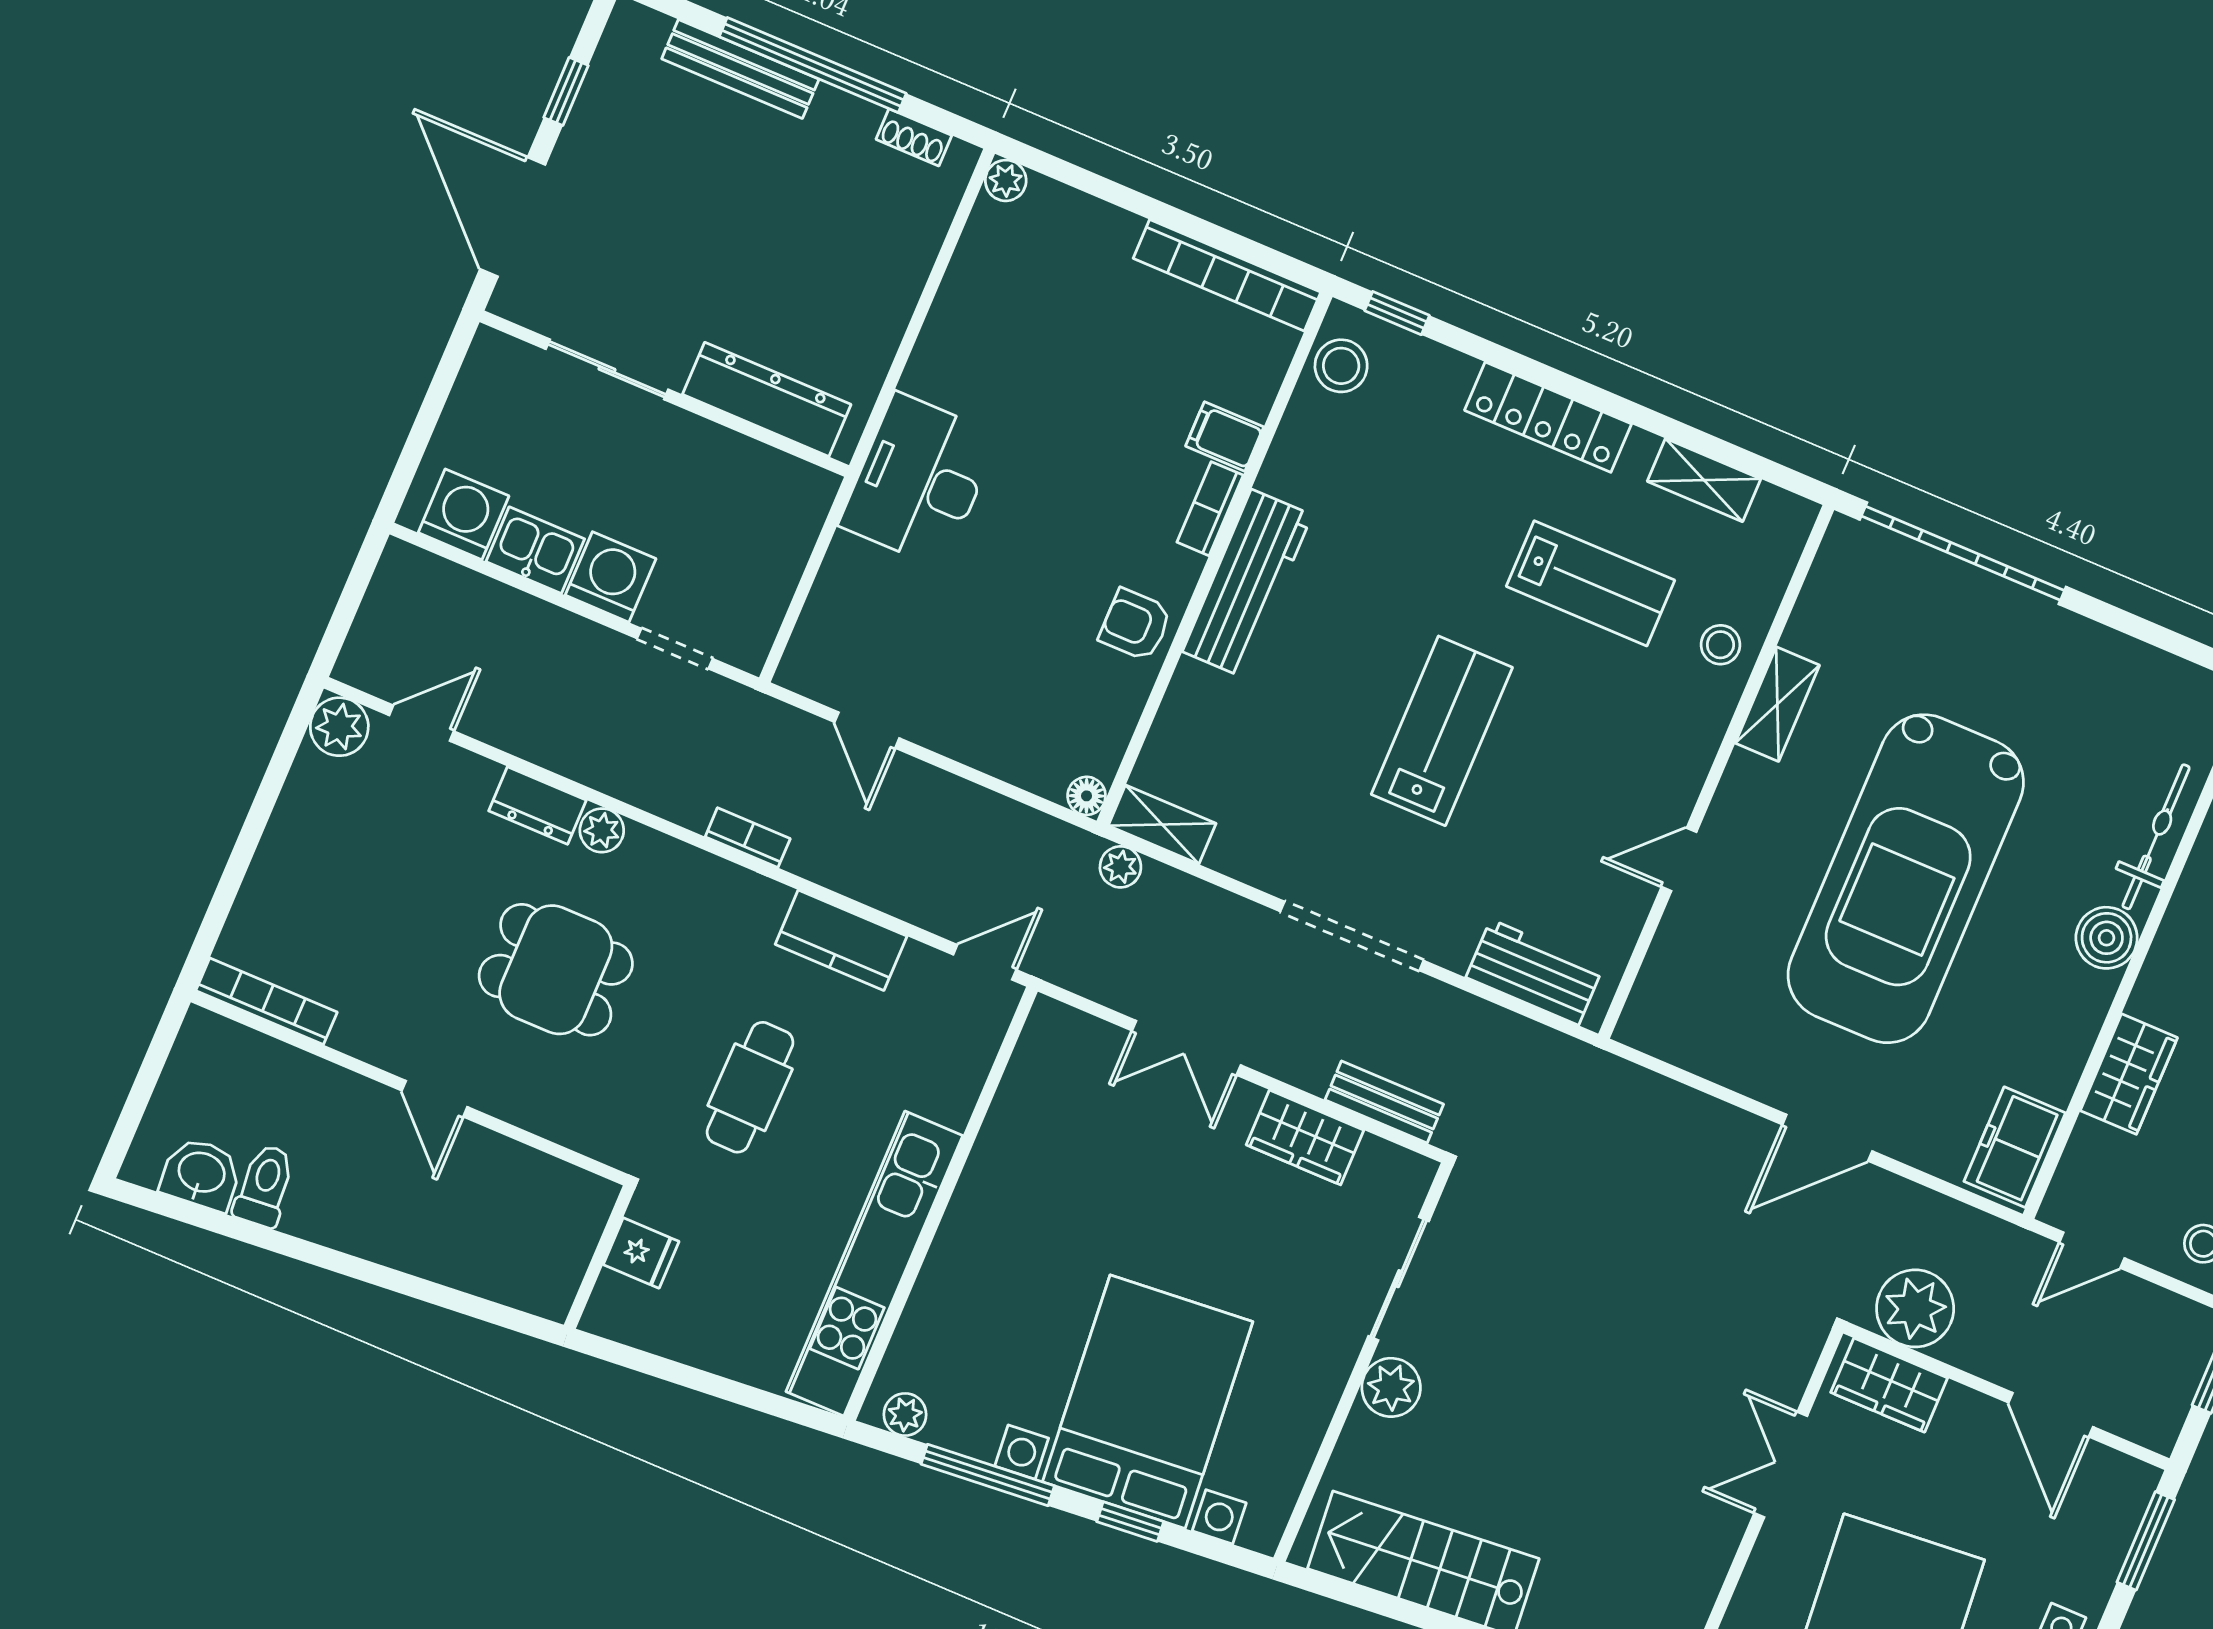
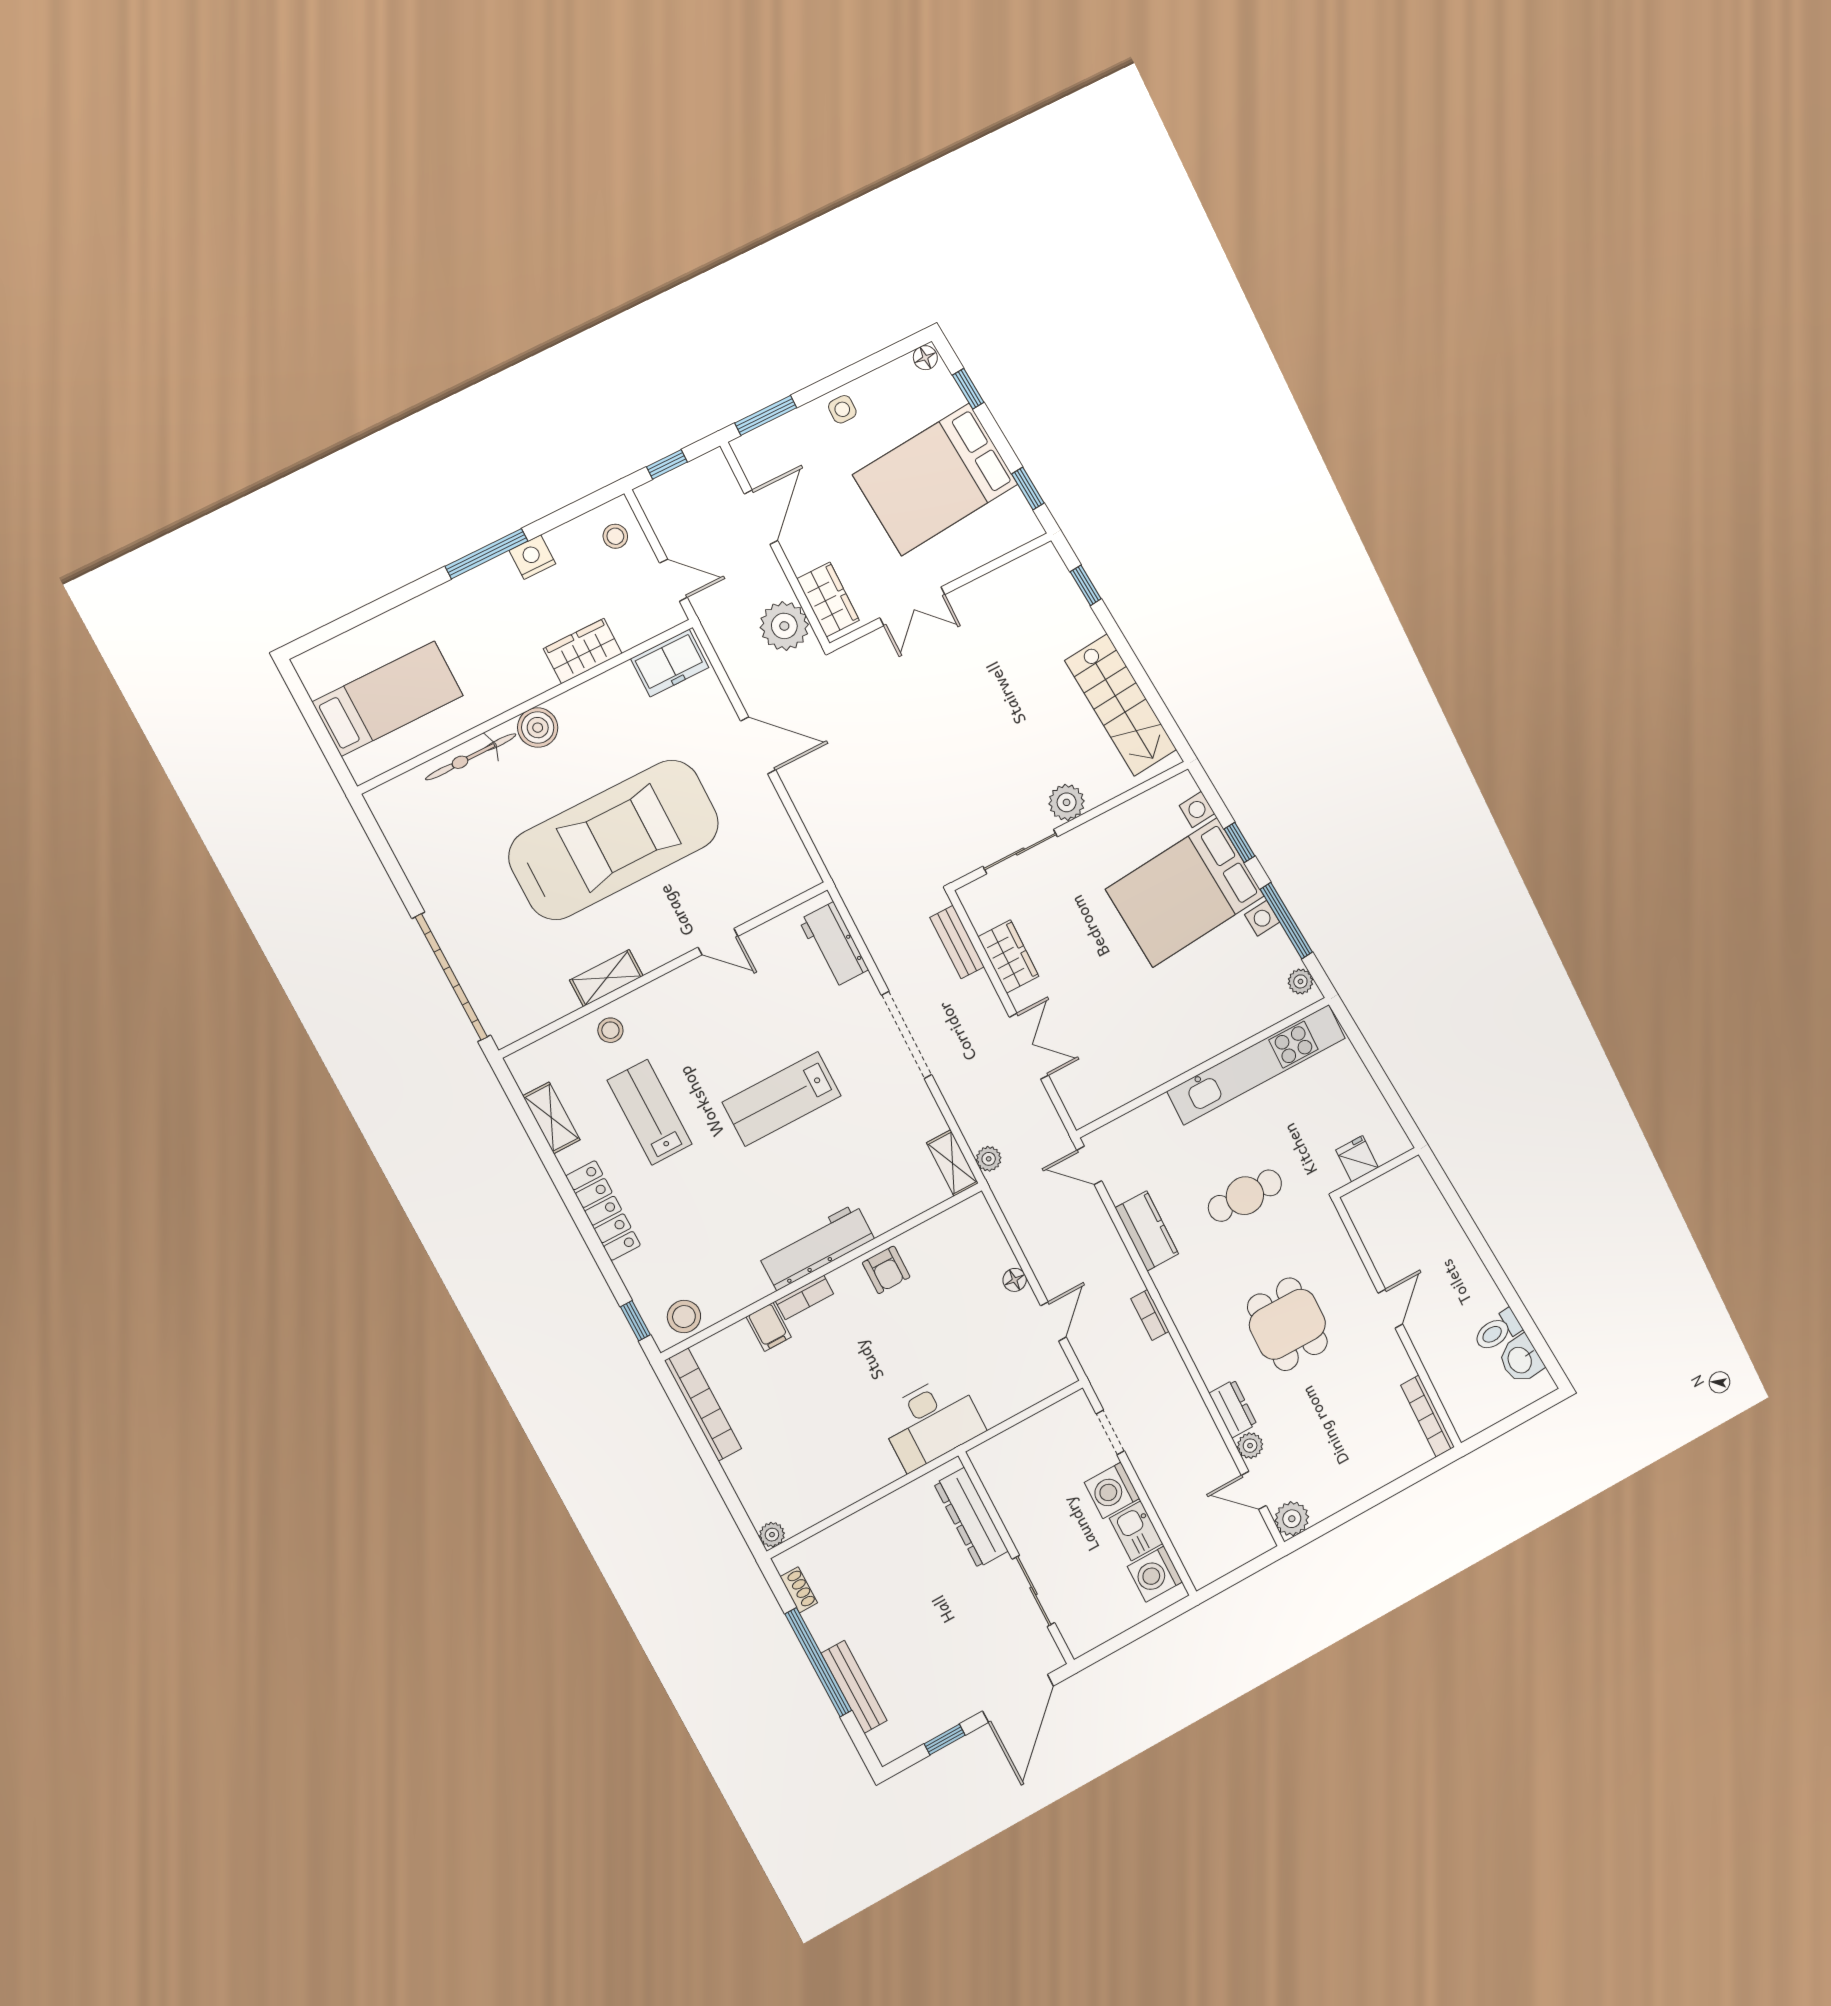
floor lamp: (1087, 796) -> (1015, 1280), moved
plant: (602, 830) -> (1250, 1446), moved

